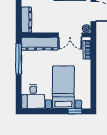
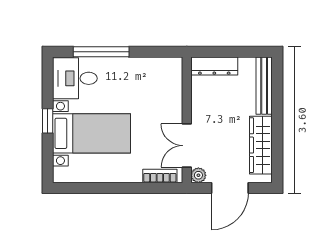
dresser: (40, 44) -> (171, 90), removed
window: (19, 59) -> (101, 52), moved
window: (75, 111) -> (48, 121), moved

